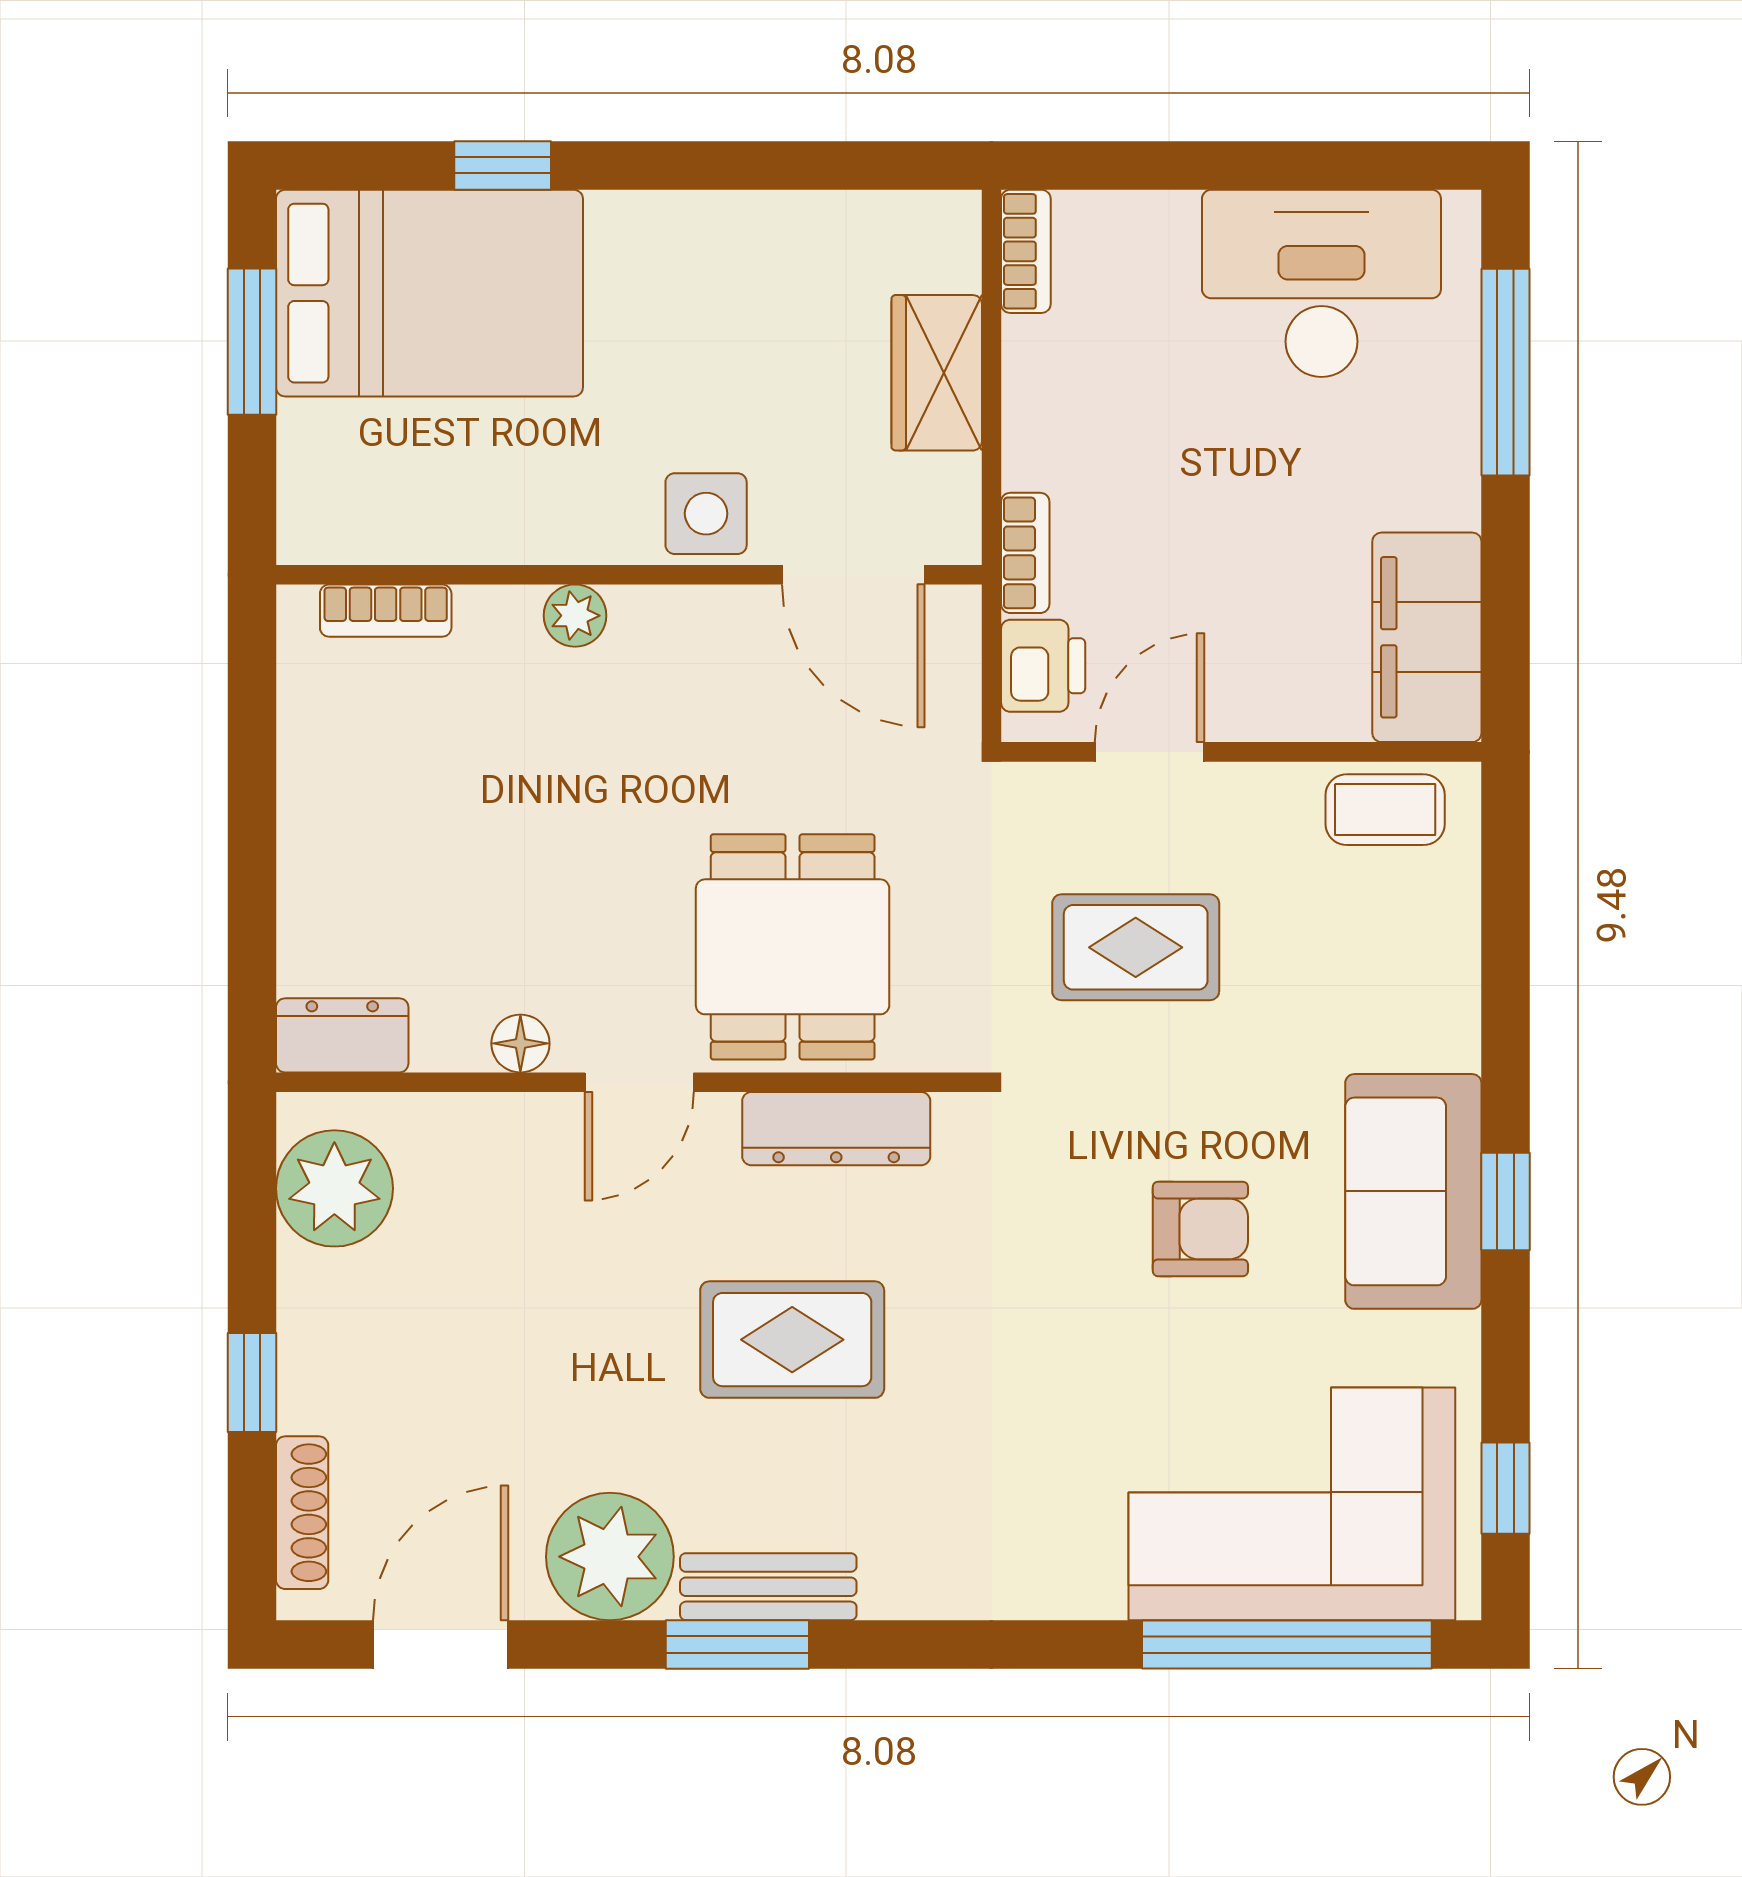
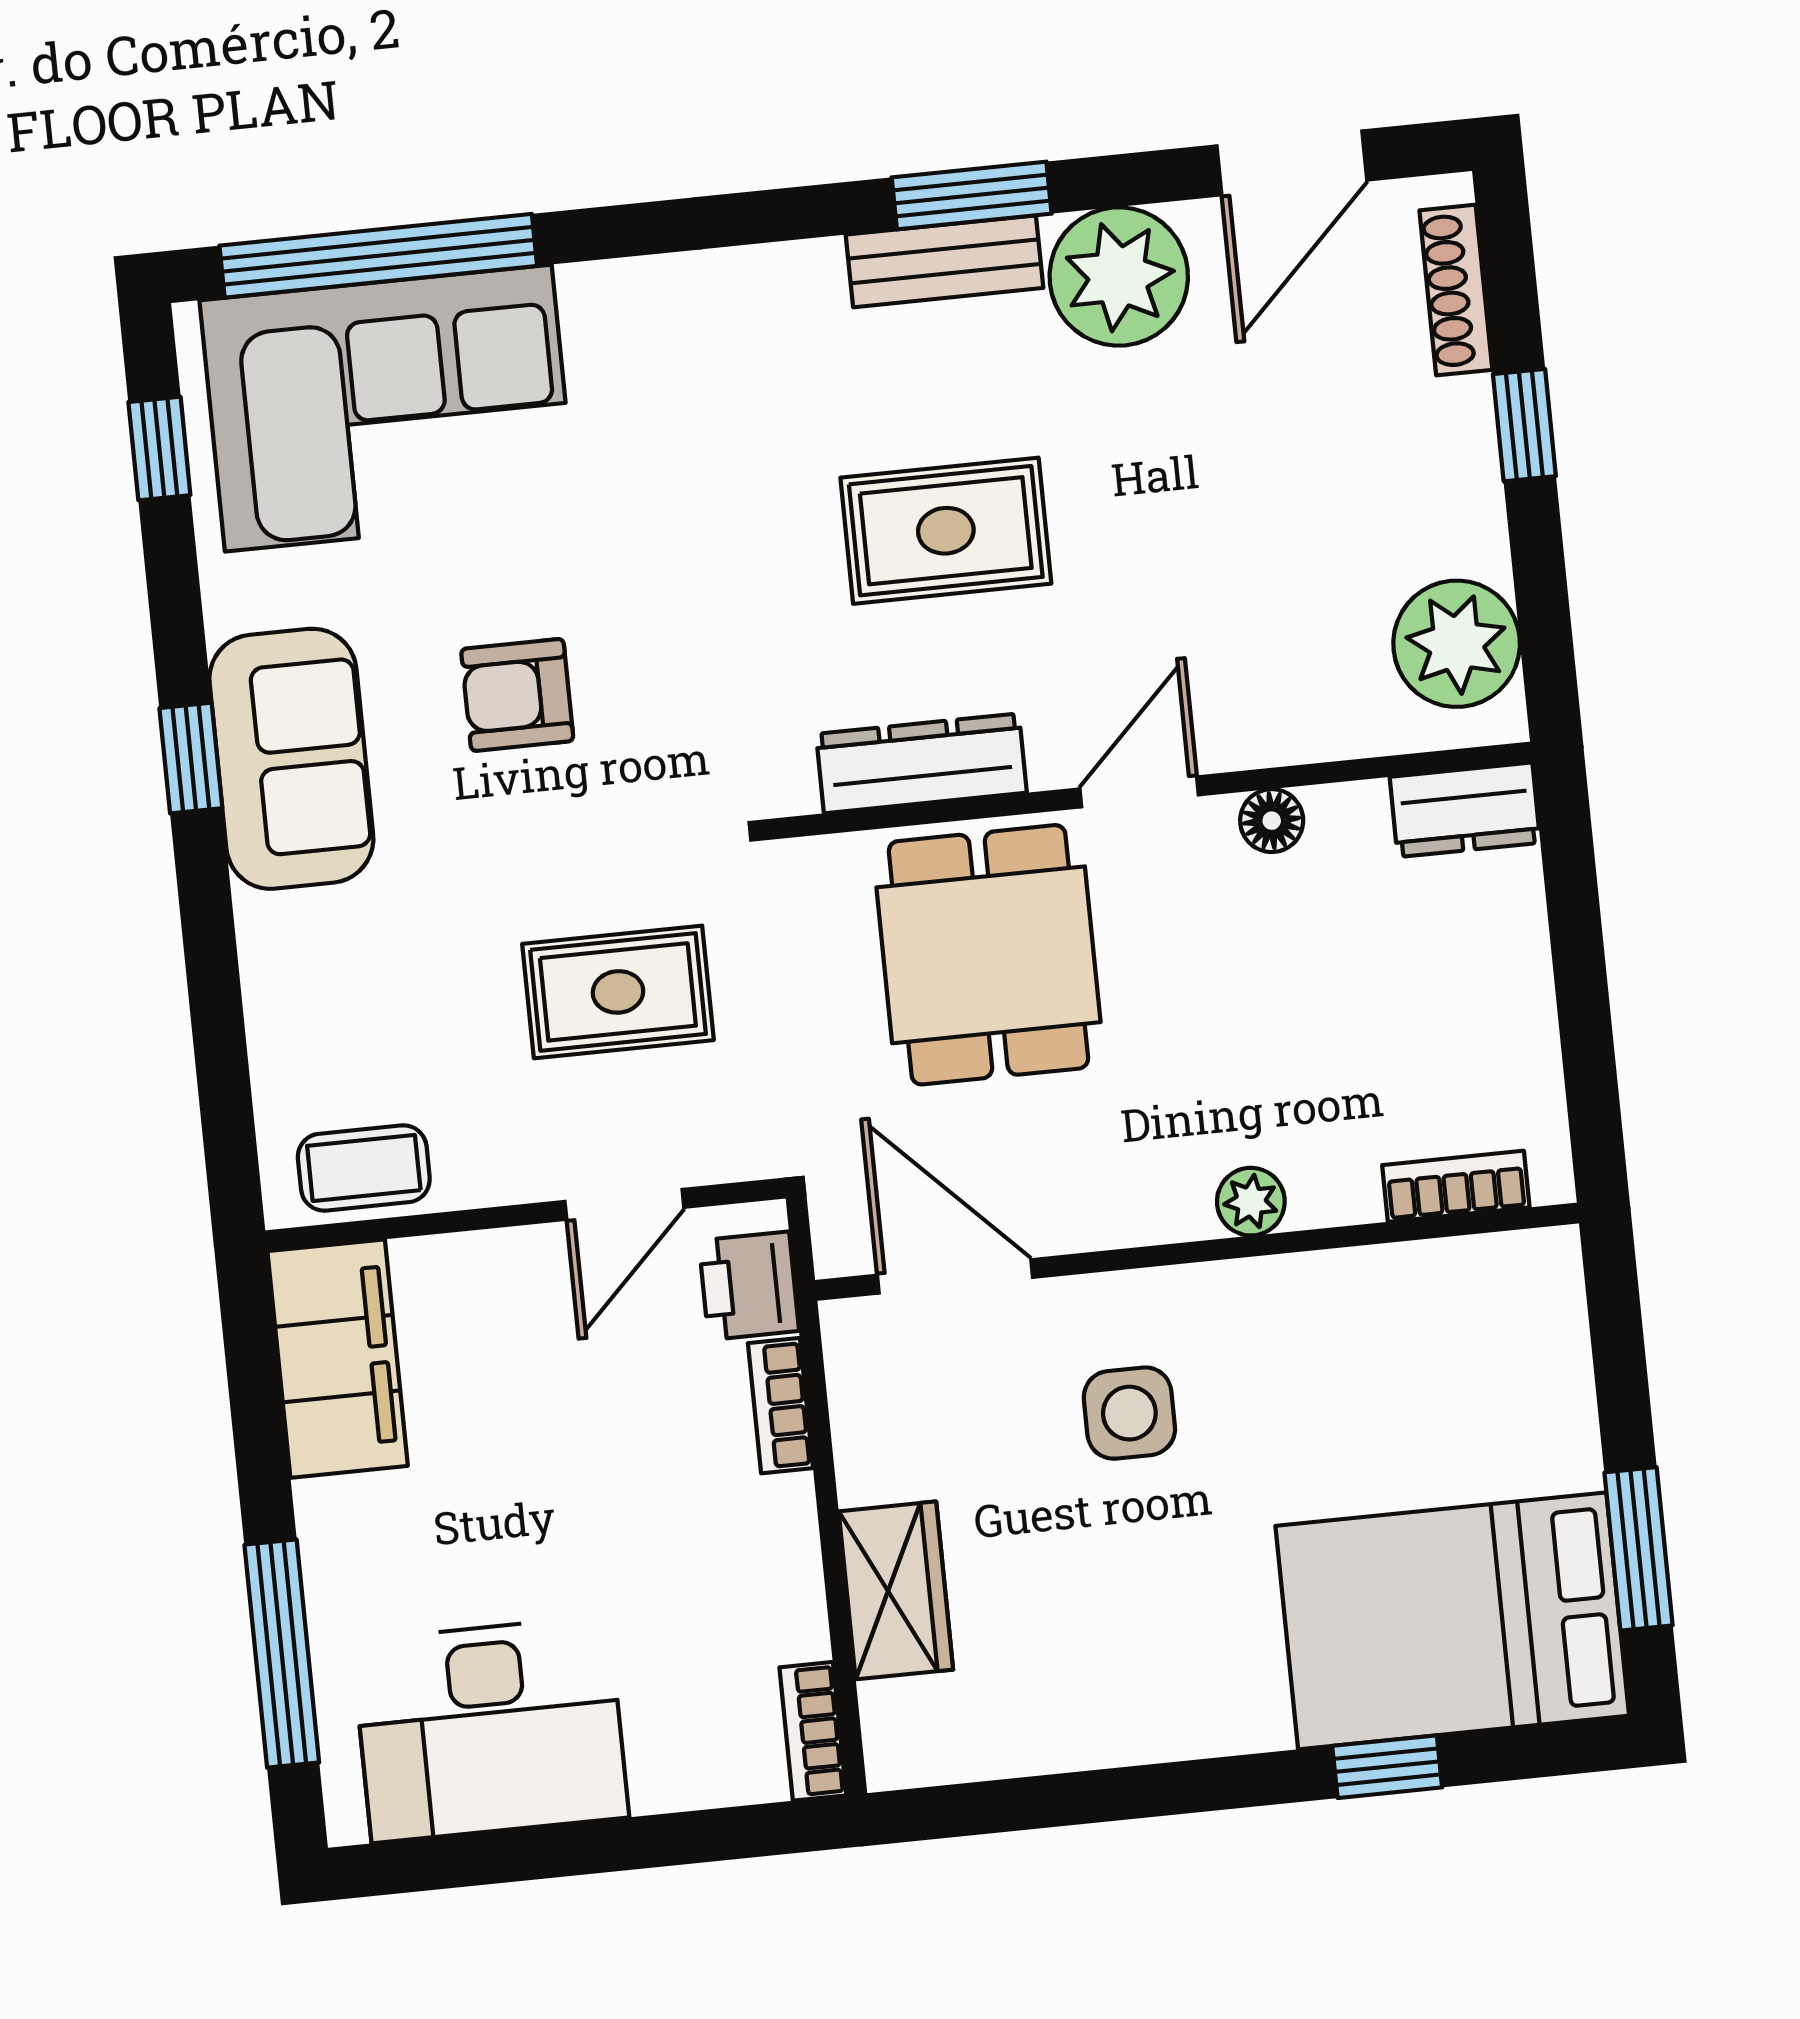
wall: (629, 575) -> (1197, 1252), moved
door: (853, 575) -> (955, 1276), moved
bookcase: (386, 611) -> (1456, 1186), moved
plant: (575, 616) -> (1251, 1202), moved

